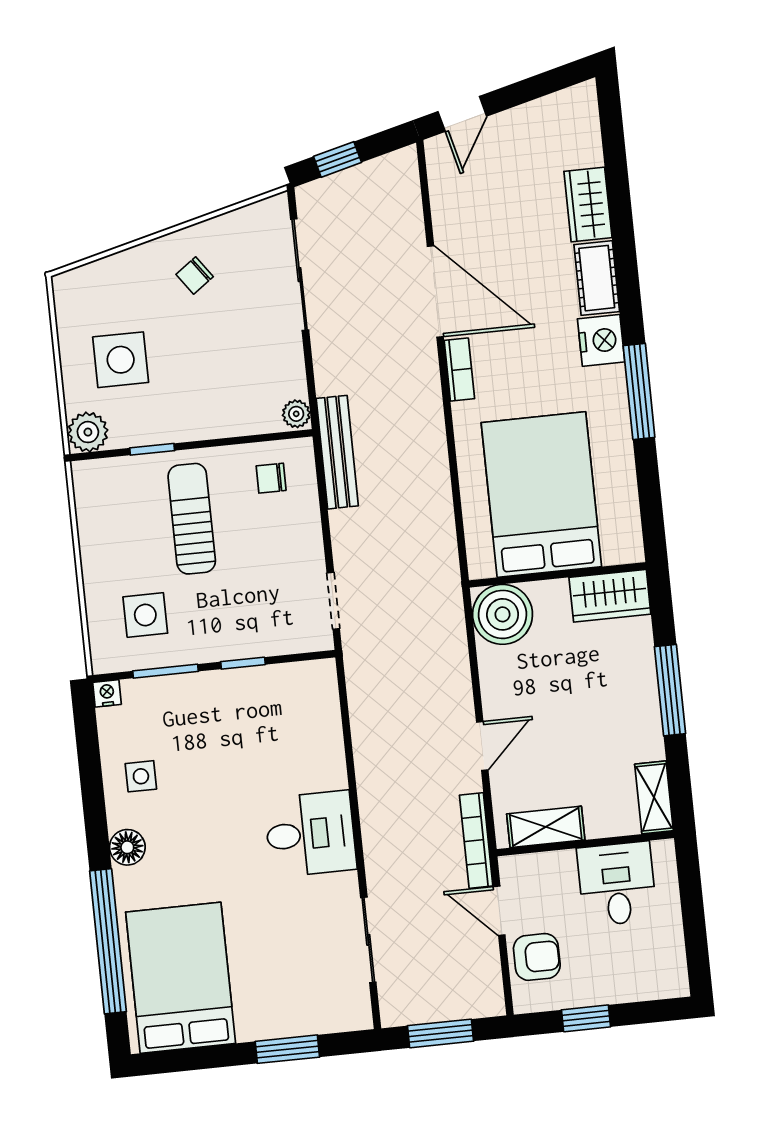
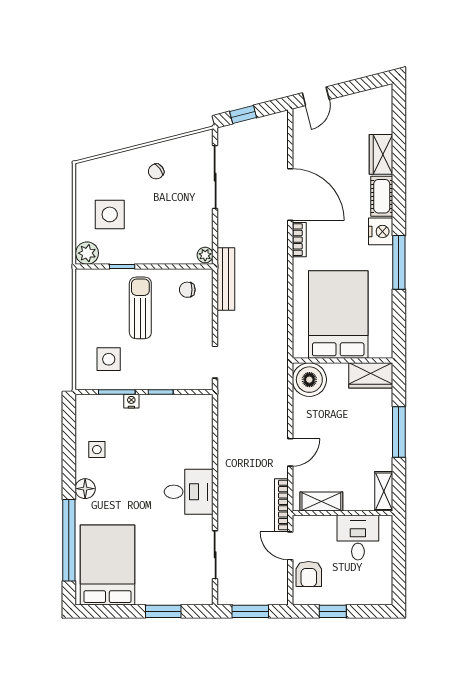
nightstand: (107, 693) -> (131, 401), moved
armchair: (537, 957) -> (309, 574), turned 90

